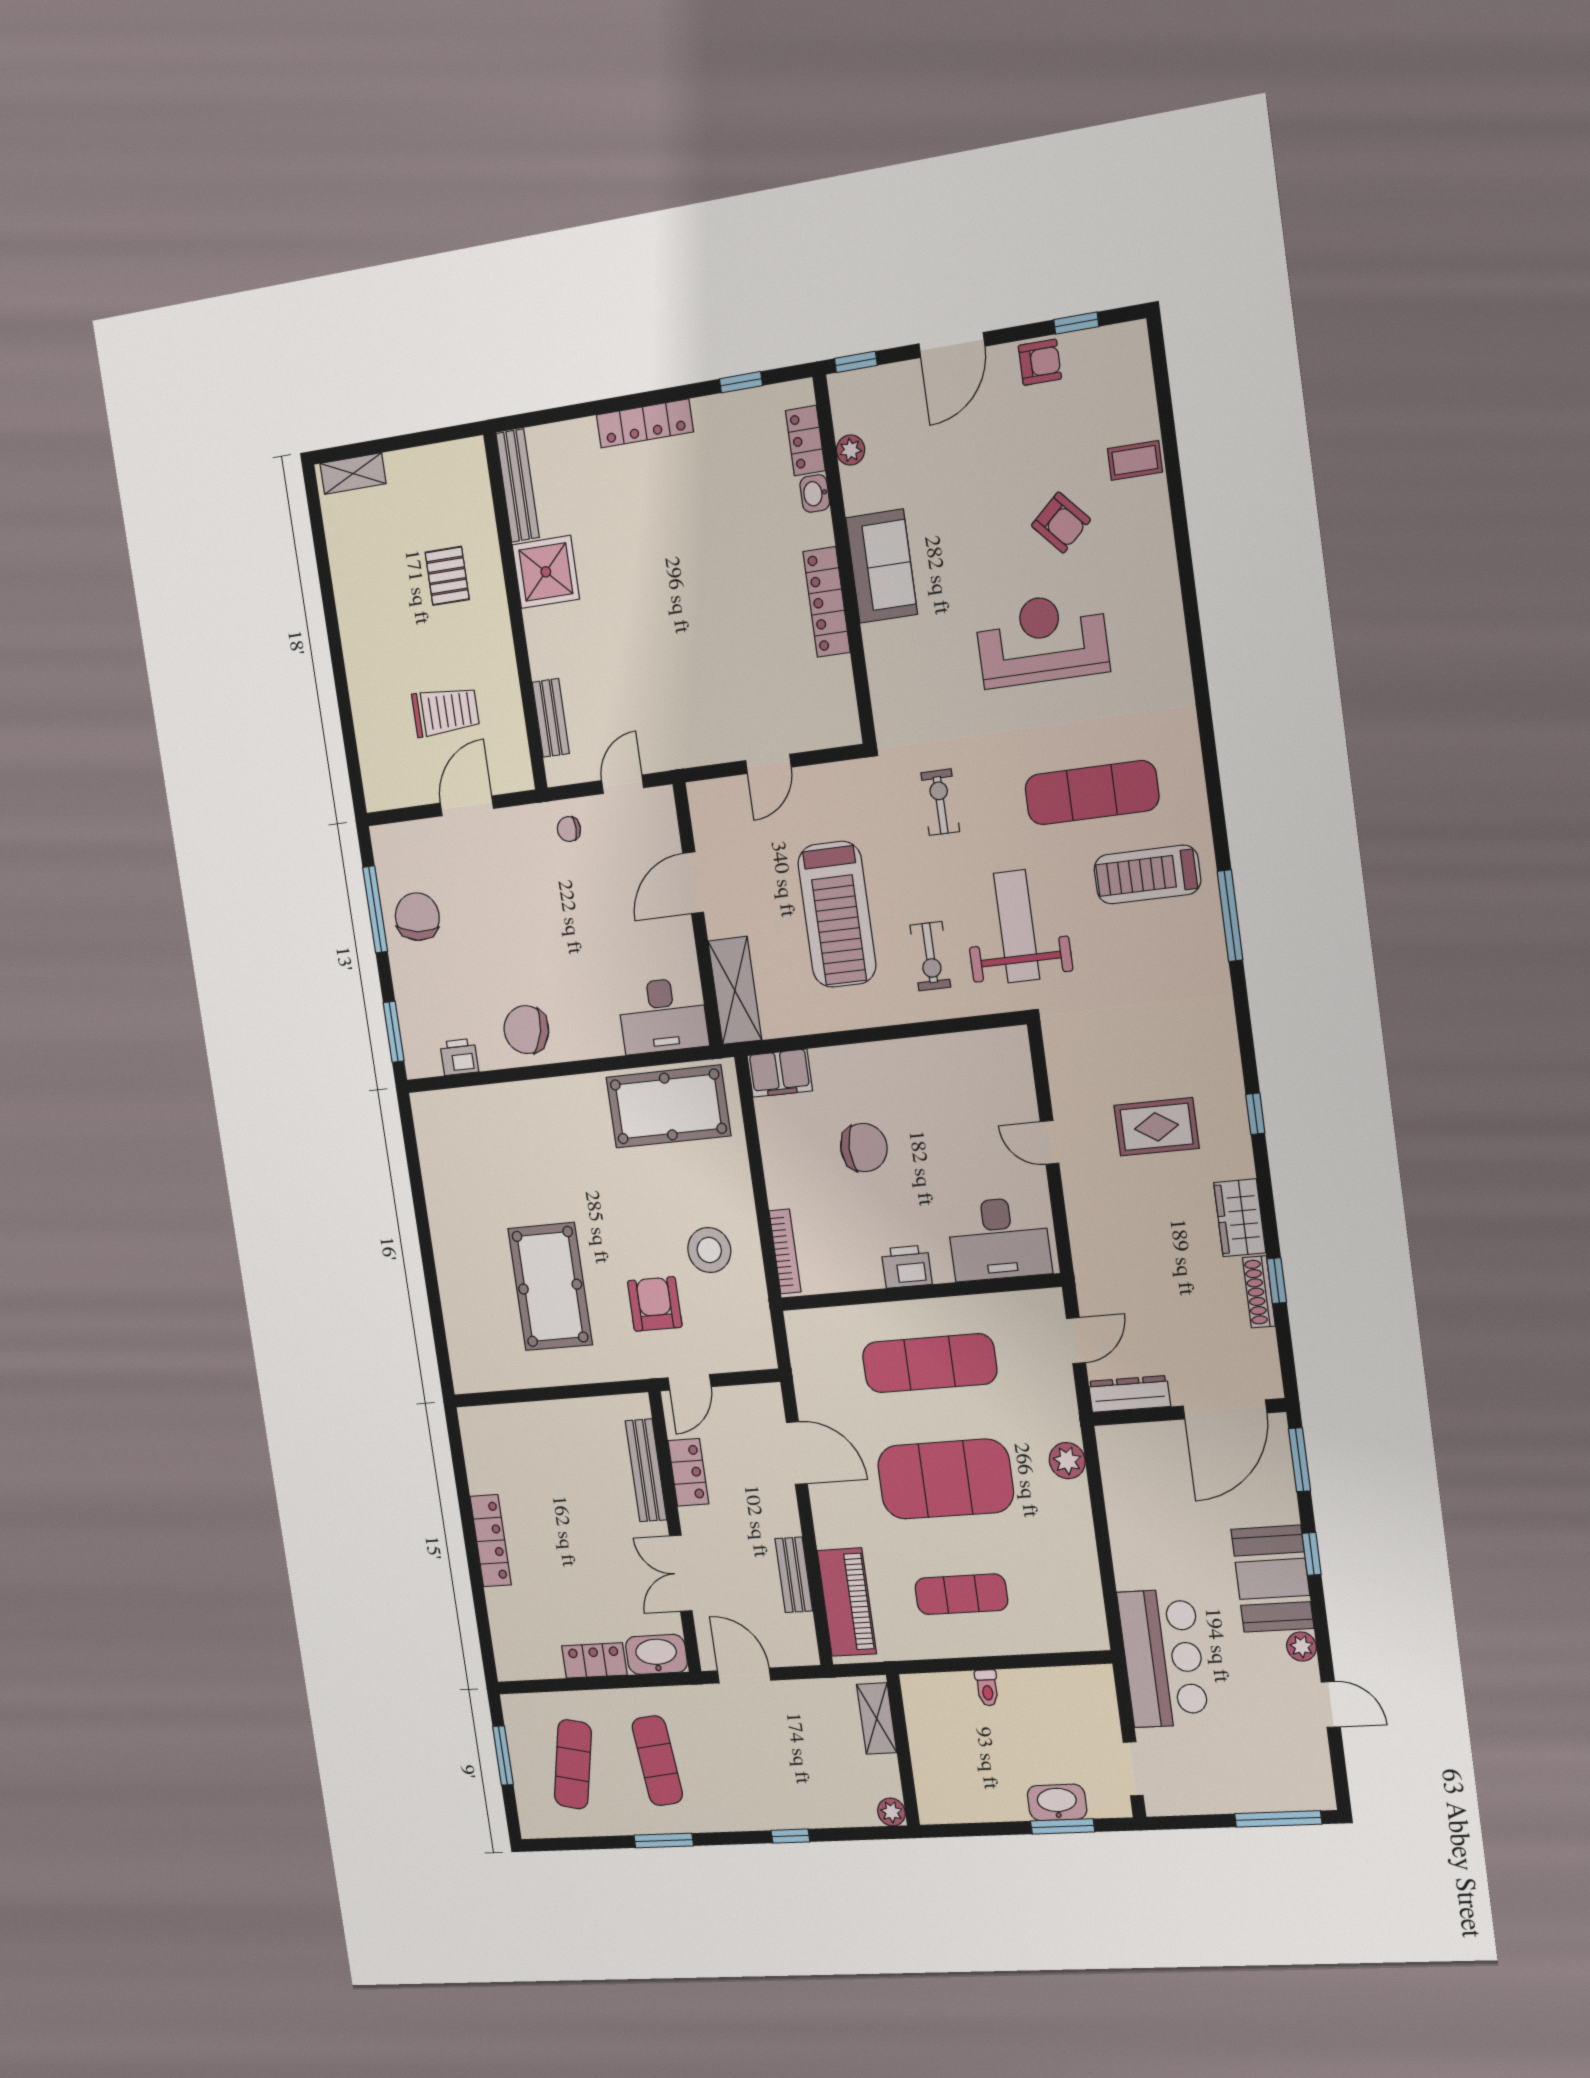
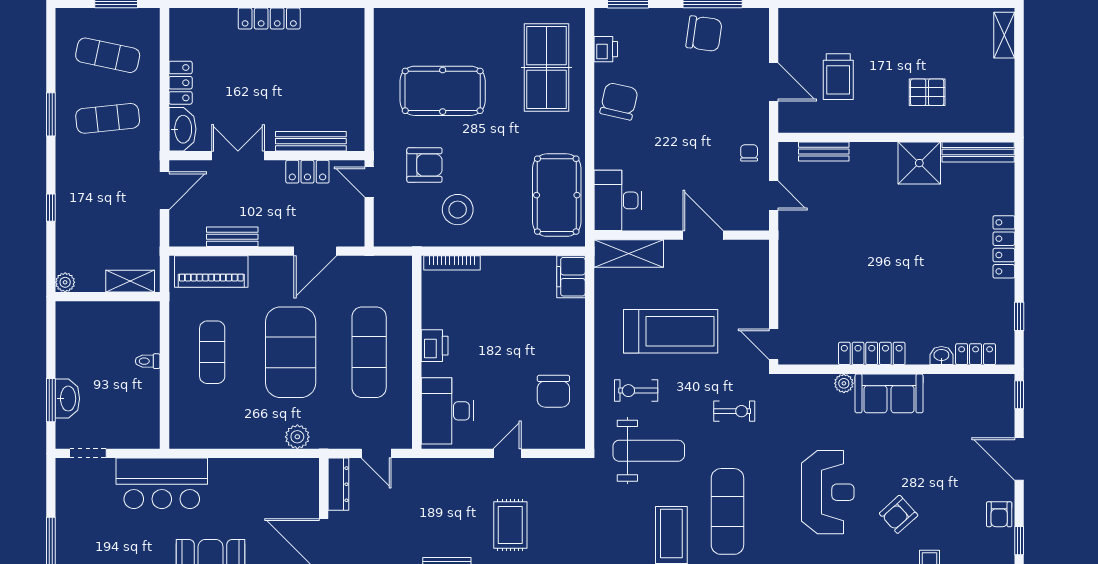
plant: (851, 450) -> (844, 383), moved
door: (768, 764) -> (774, 344), moved
treadmill: (837, 914) -> (671, 331), turned 180
table tennis table: (497, 1140) -> (547, 68), added
chair: (864, 1148) -> (553, 391), moved

